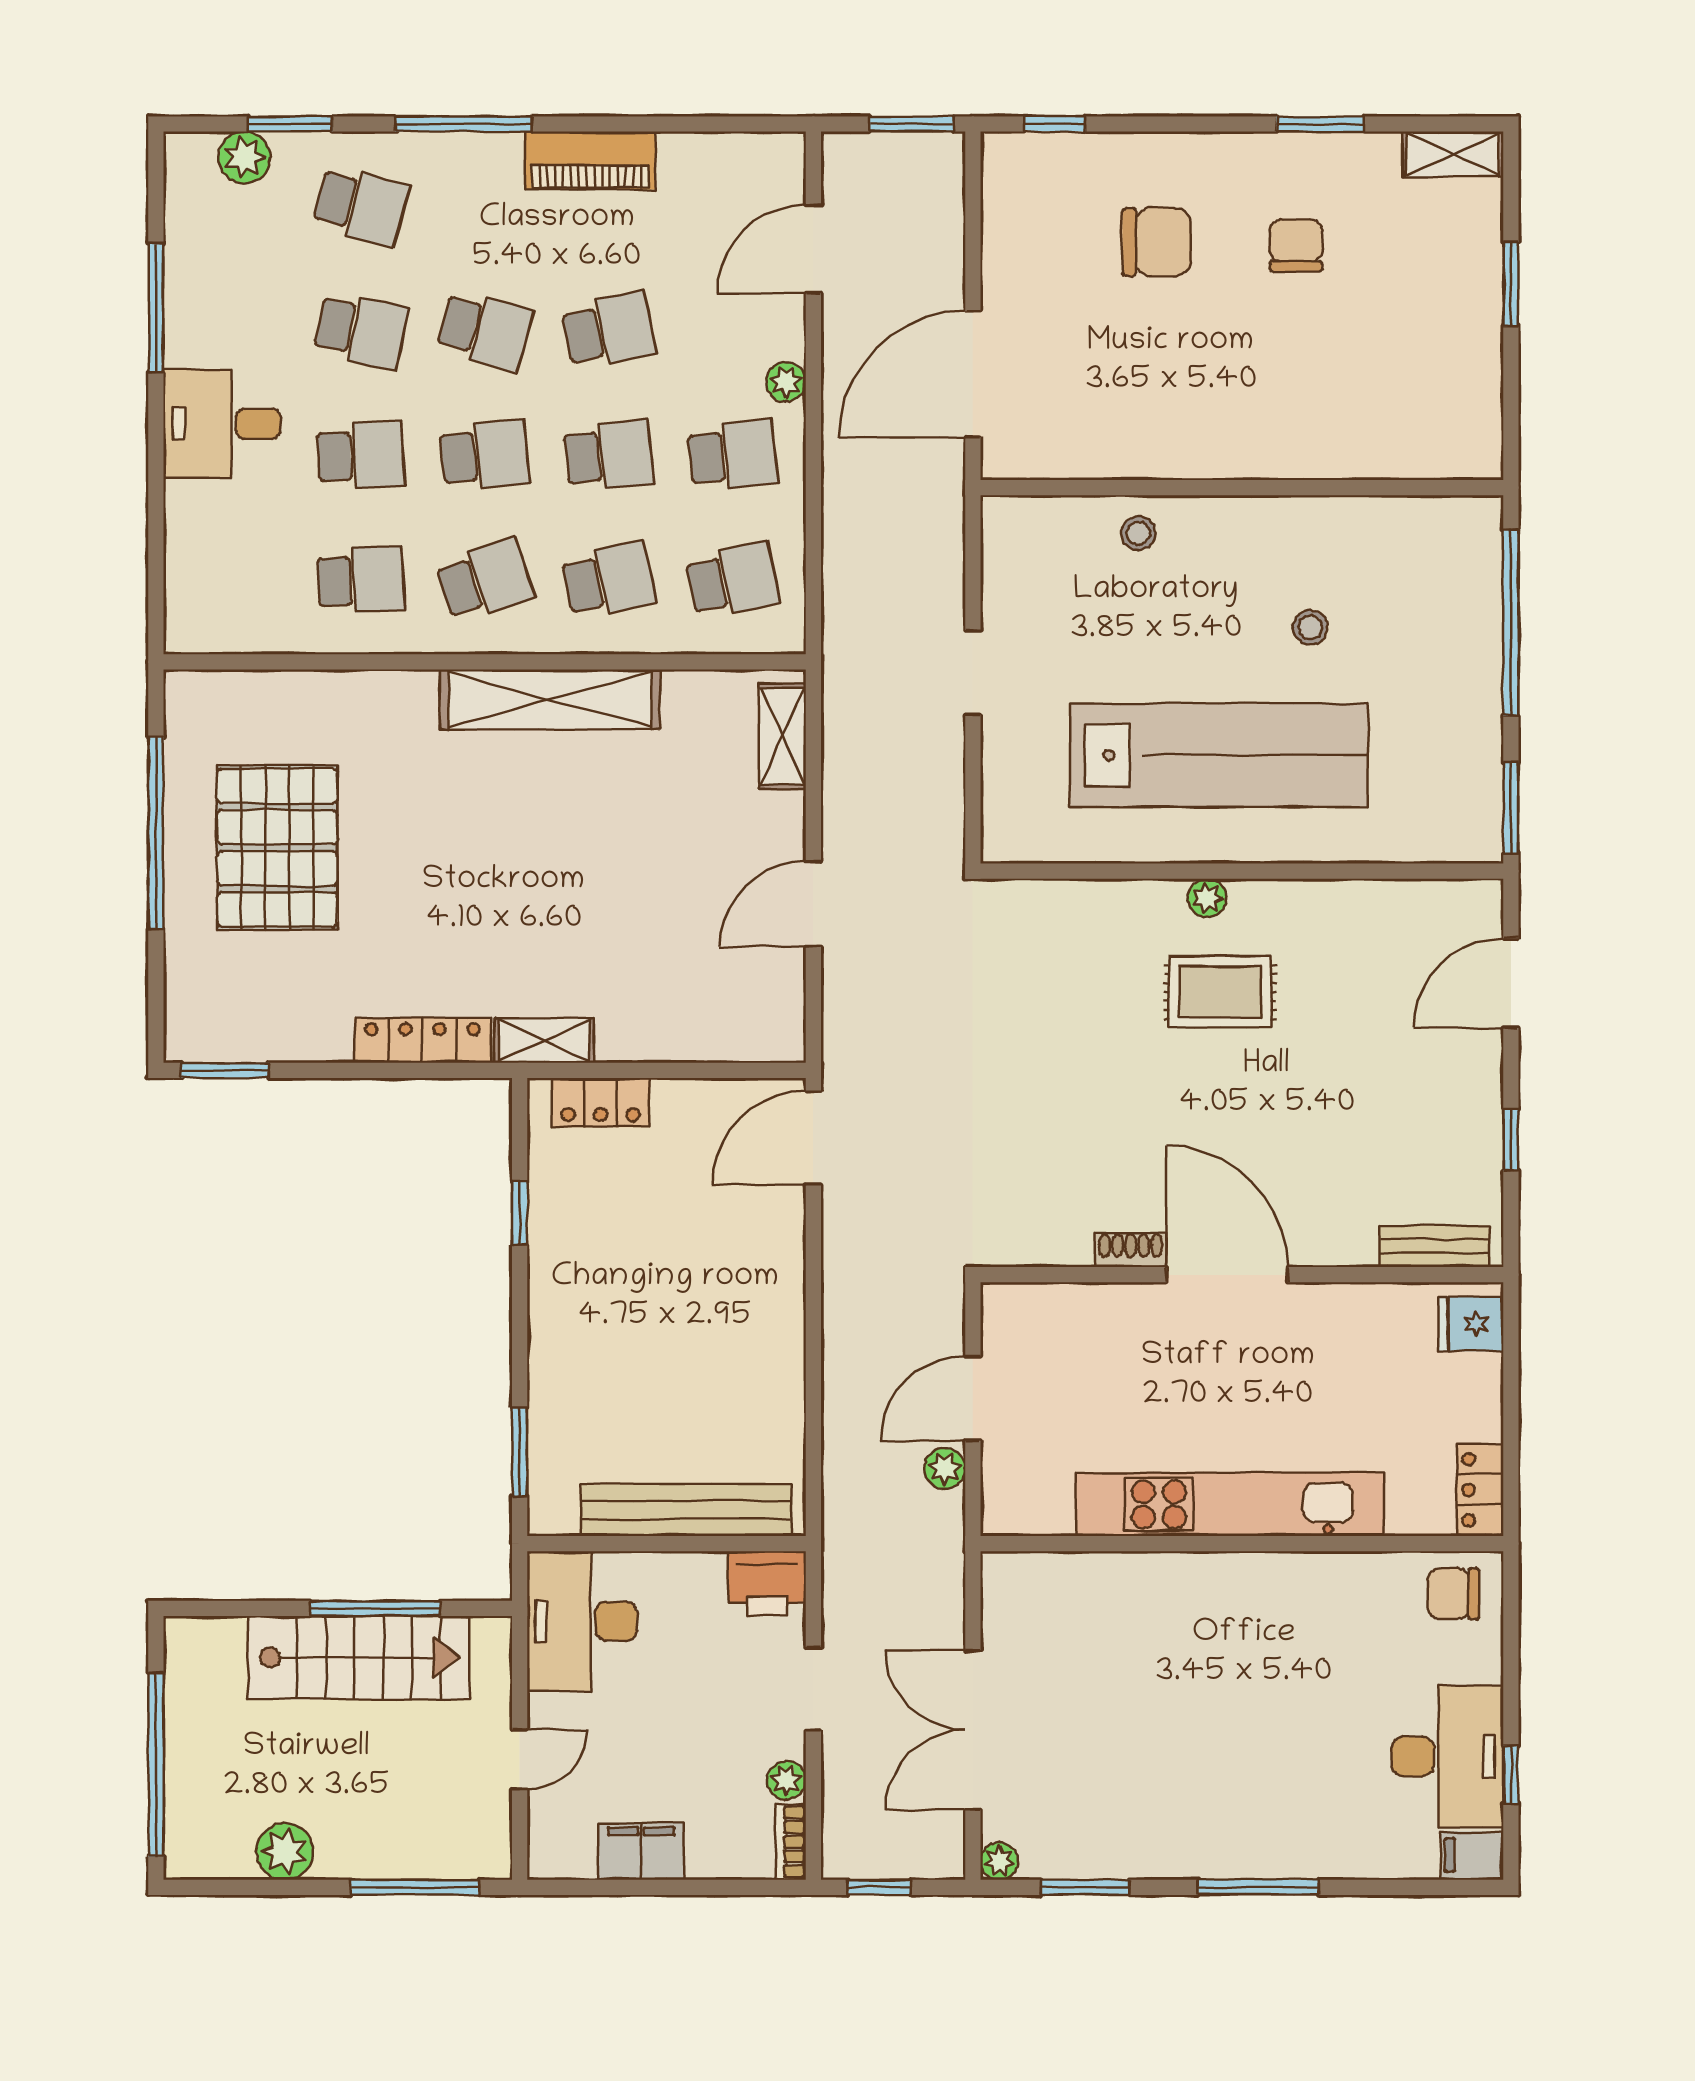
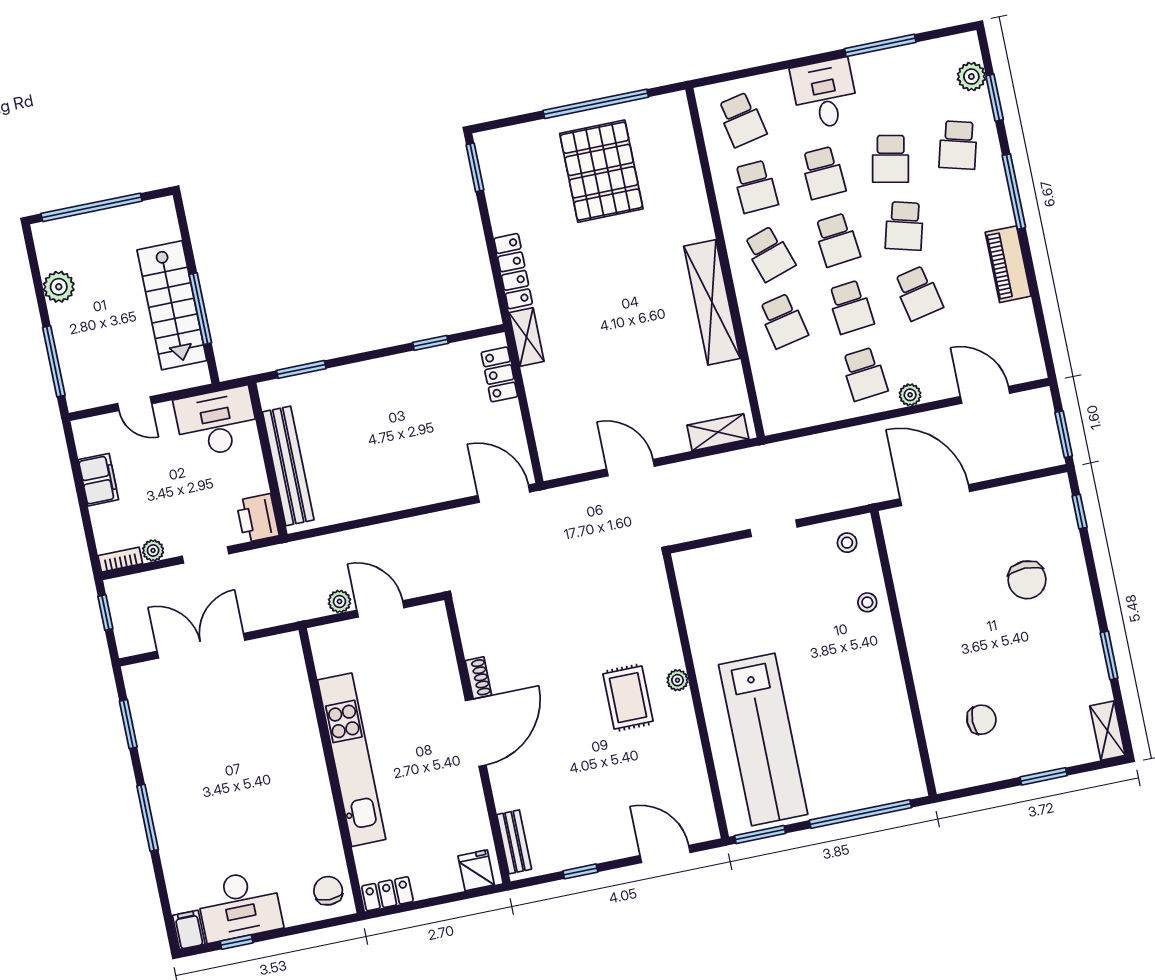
chair: (1296, 245) -> (981, 720), moved
school desk: (733, 580) -> (742, 119), moved
stool: (1310, 627) -> (847, 543), moved
lab bench: (1219, 755) -> (763, 739), moved
pallet: (277, 848) -> (601, 171), turned 90
plant: (999, 1861) -> (133, 675), removed

